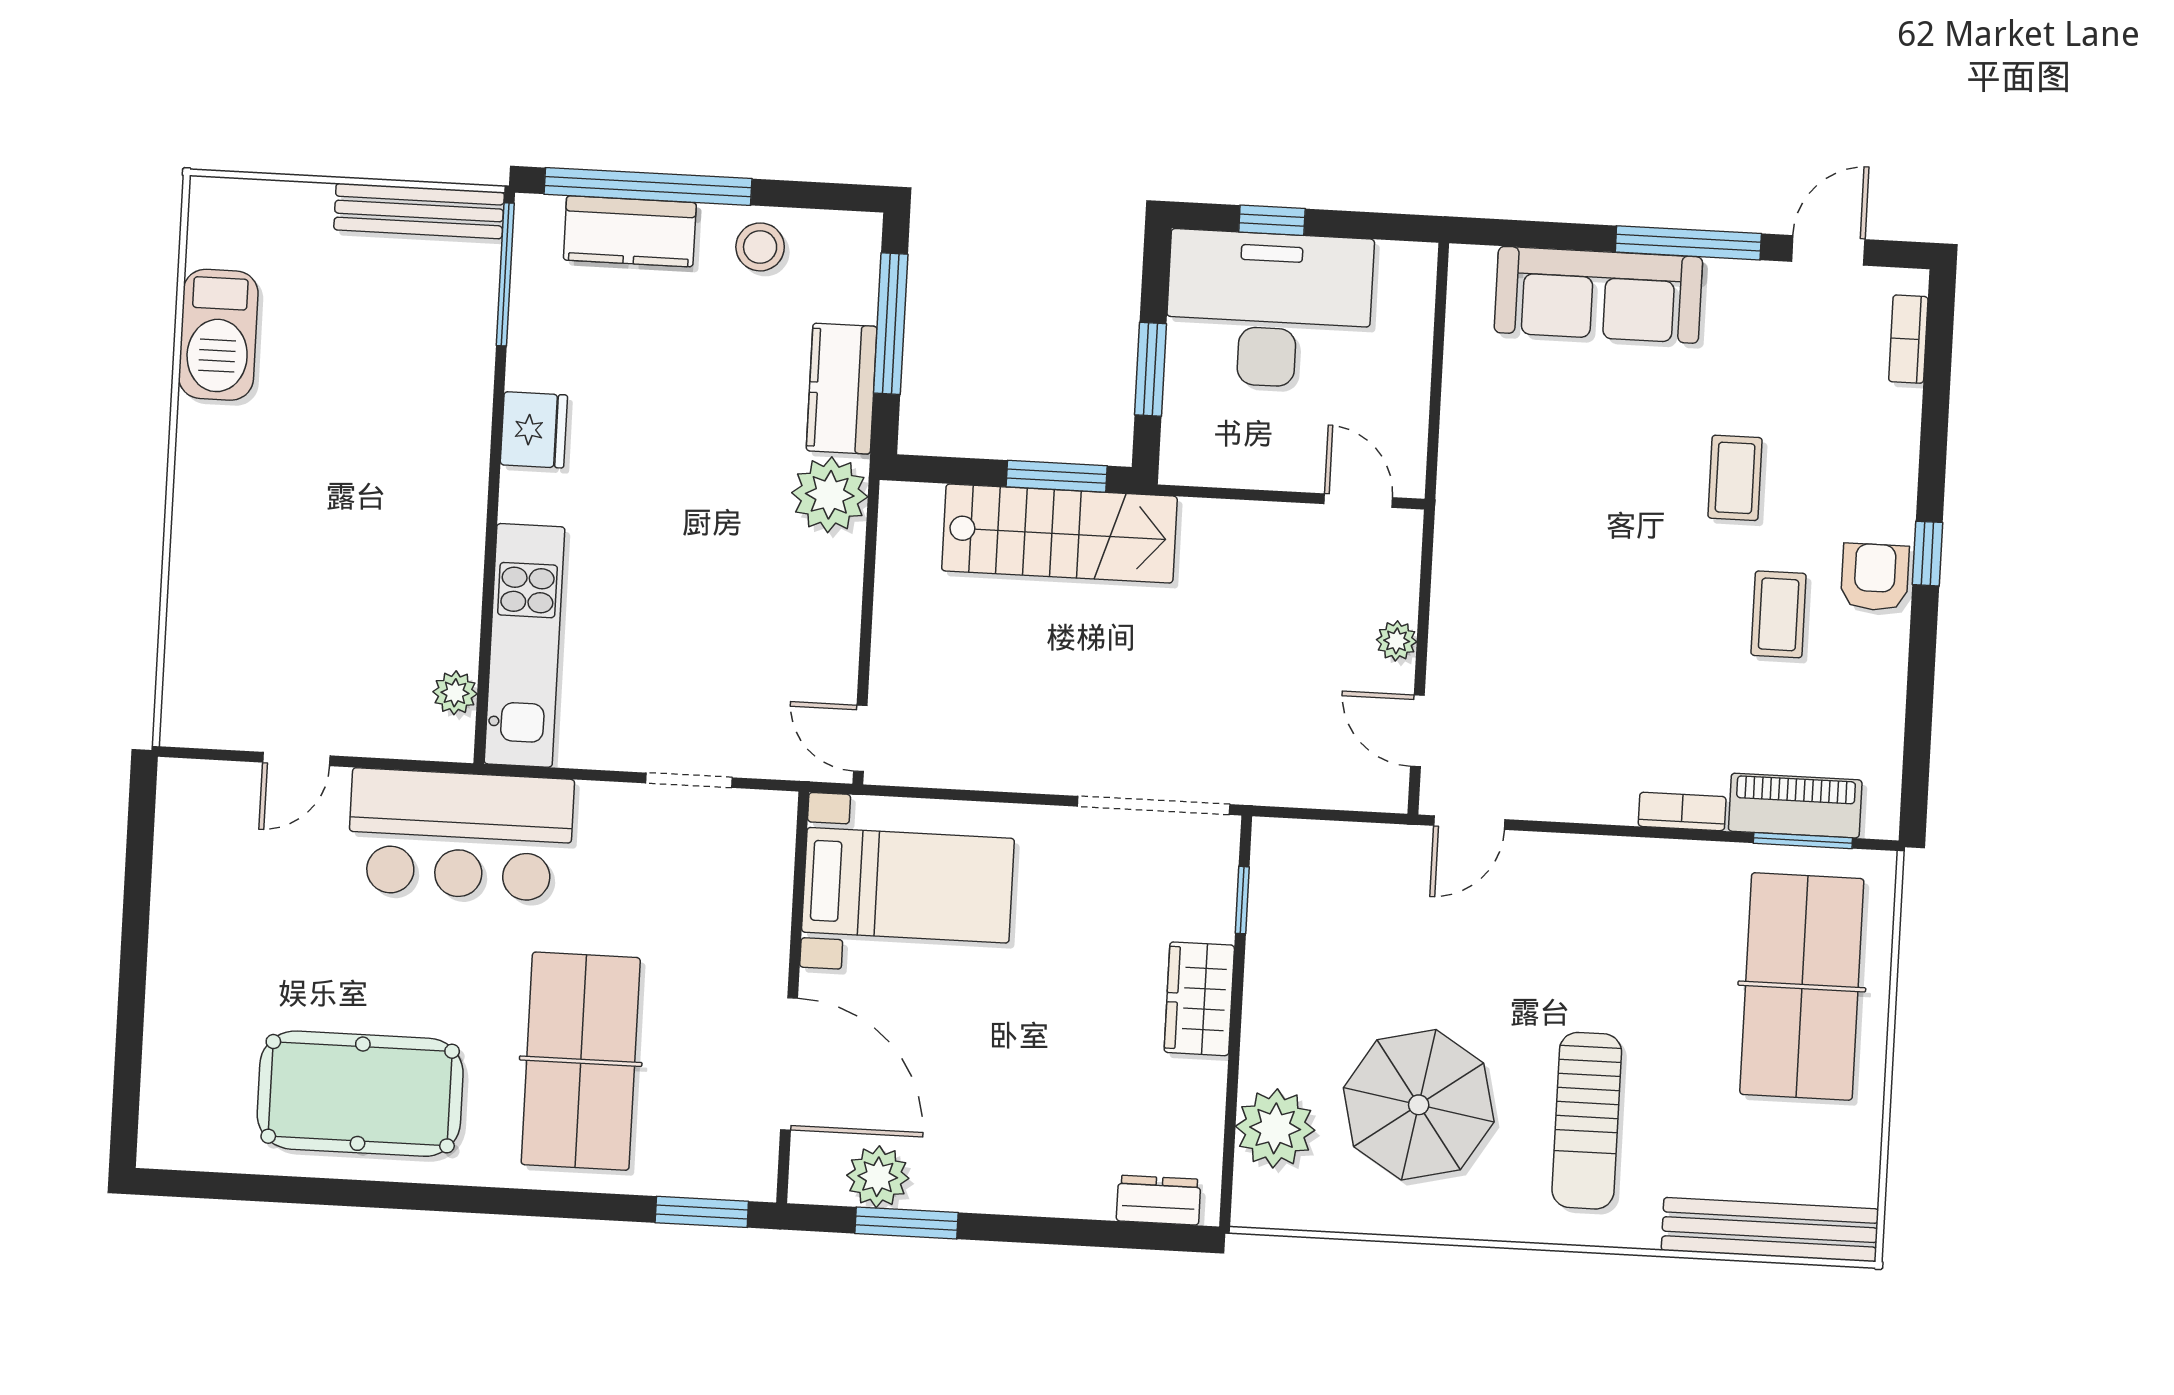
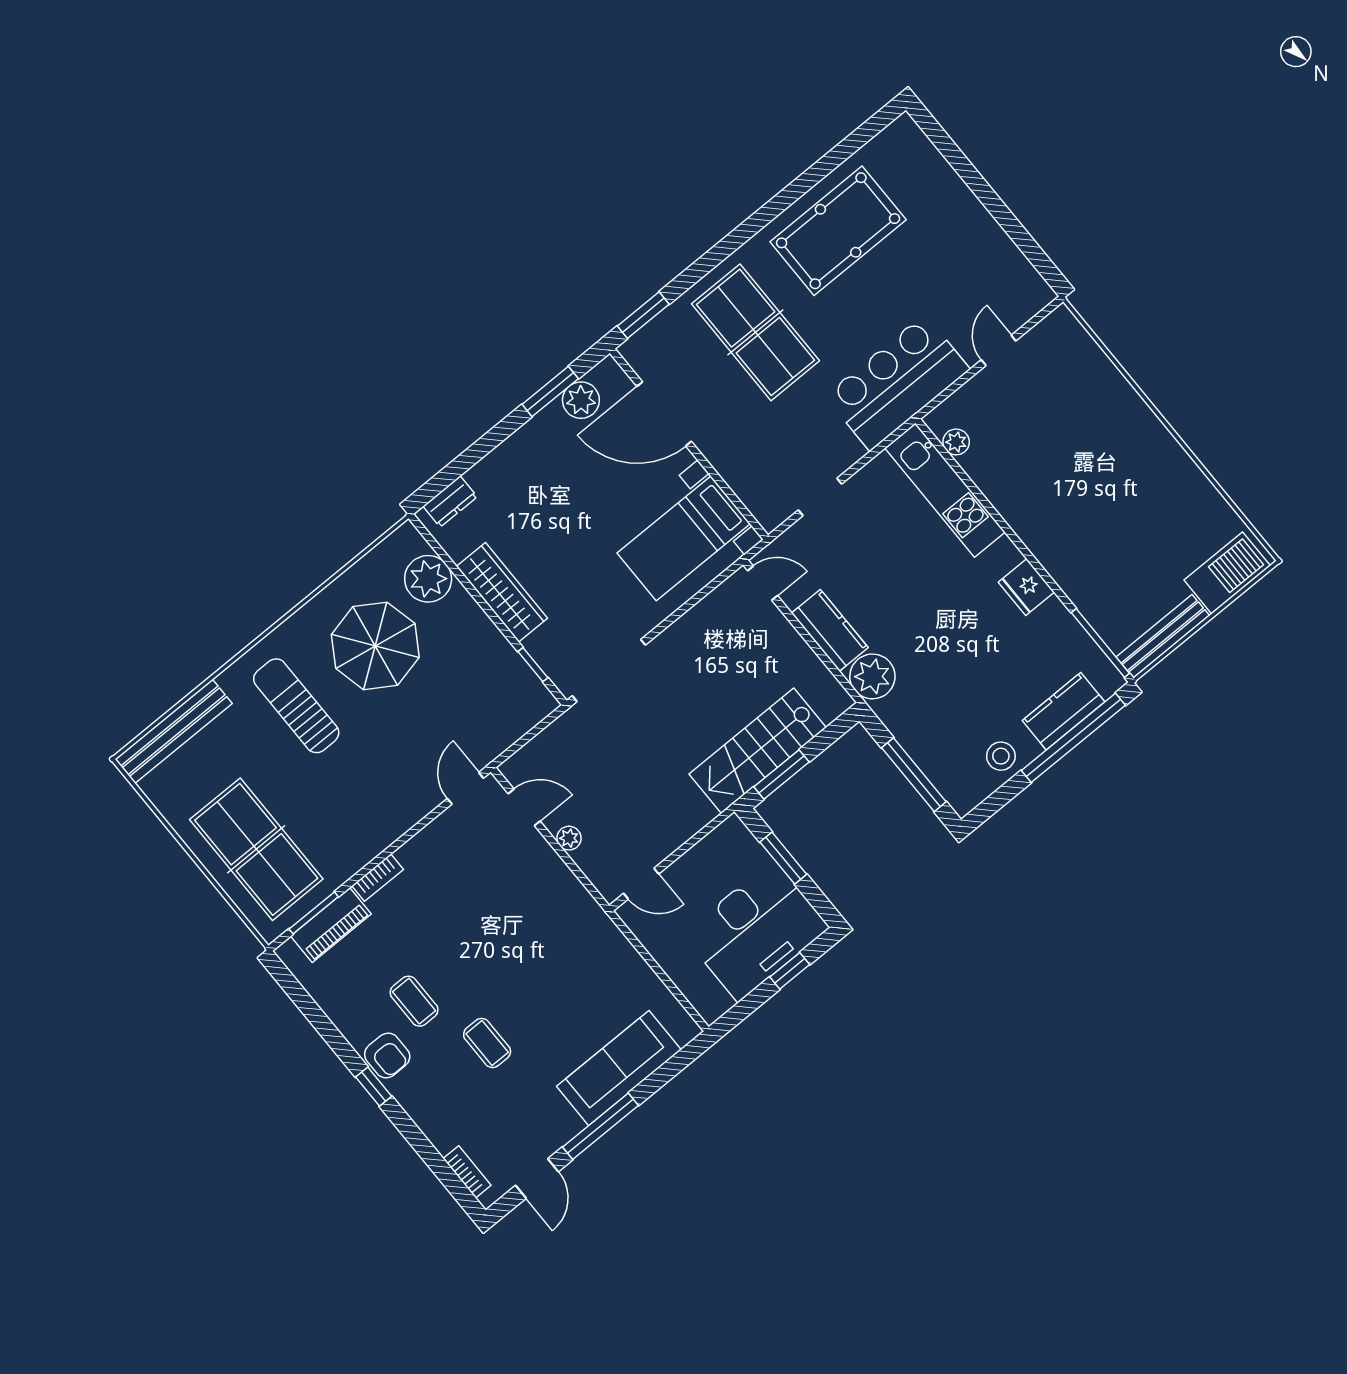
barbecue: (218, 335) -> (1227, 573), moved, turned 90
kitchen counter: (842, 389) -> (830, 630), moved
wardrobe: (1199, 999) -> (502, 592), width x1.50

